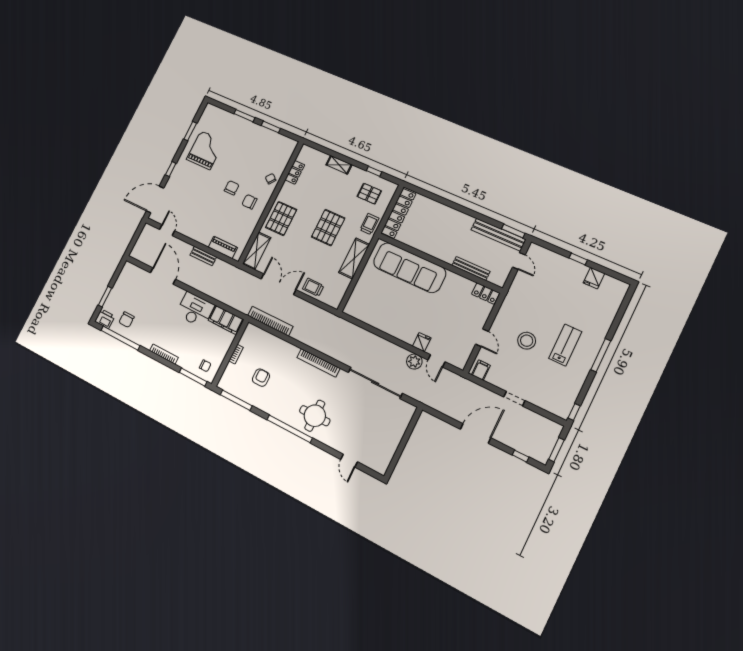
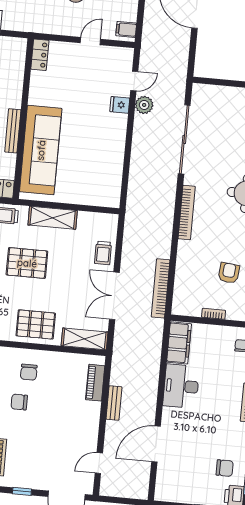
bench: (471, 268) -> (13, 131), moved
armchair: (261, 378) -> (229, 273), turned 96

